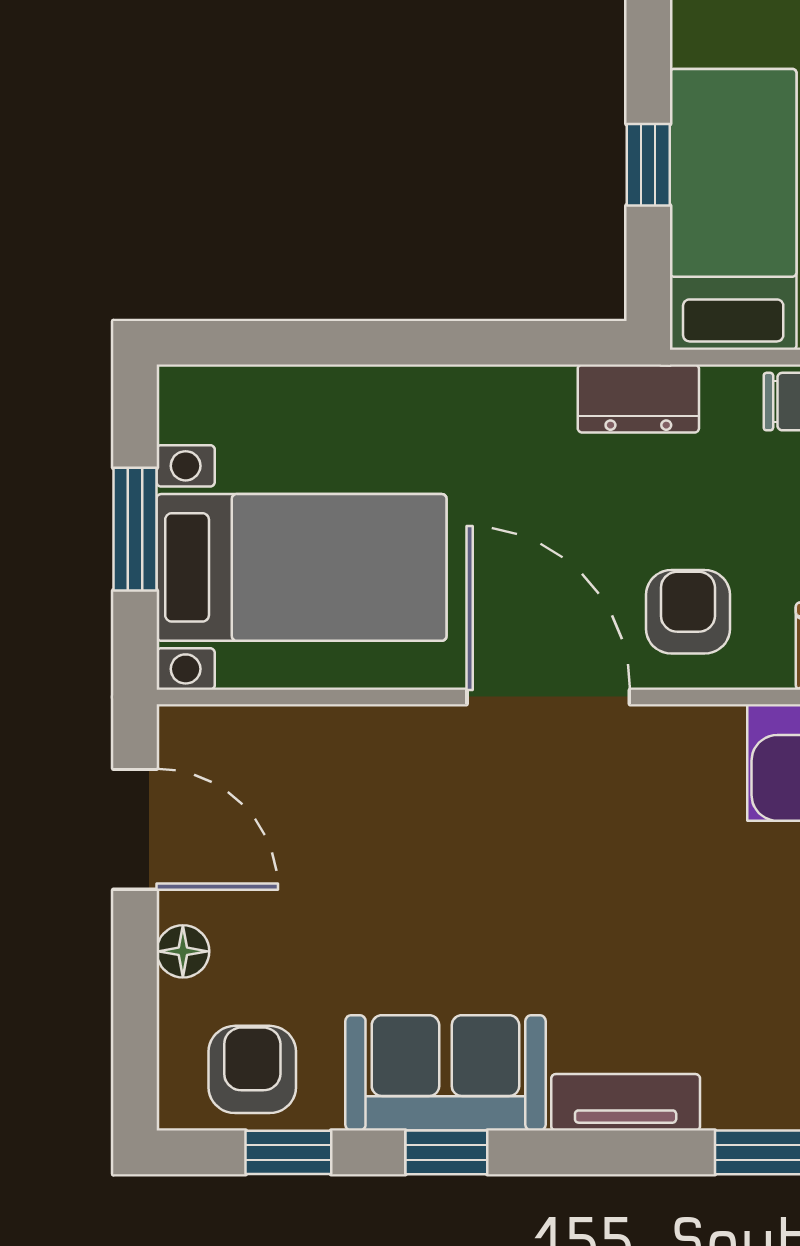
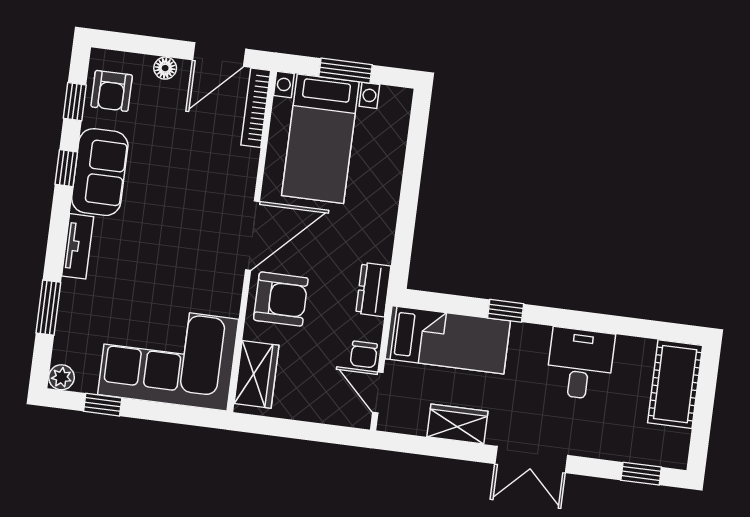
window: (648, 165) -> (506, 311), moved
armchair: (688, 612) -> (281, 299), width x1.38, depth x1.38
bookcase: (248, 728) -> (256, 108), added
armchair: (252, 1069) -> (112, 91), turned 90

